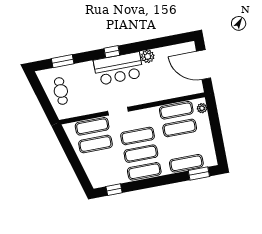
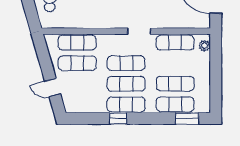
doorway: (118, 111) -> (139, 31), moved
exercise mat: (180, 128) -> (175, 84), moved
door: (78, 169) -> (53, 88), added
window: (114, 190) -> (118, 118), moved

